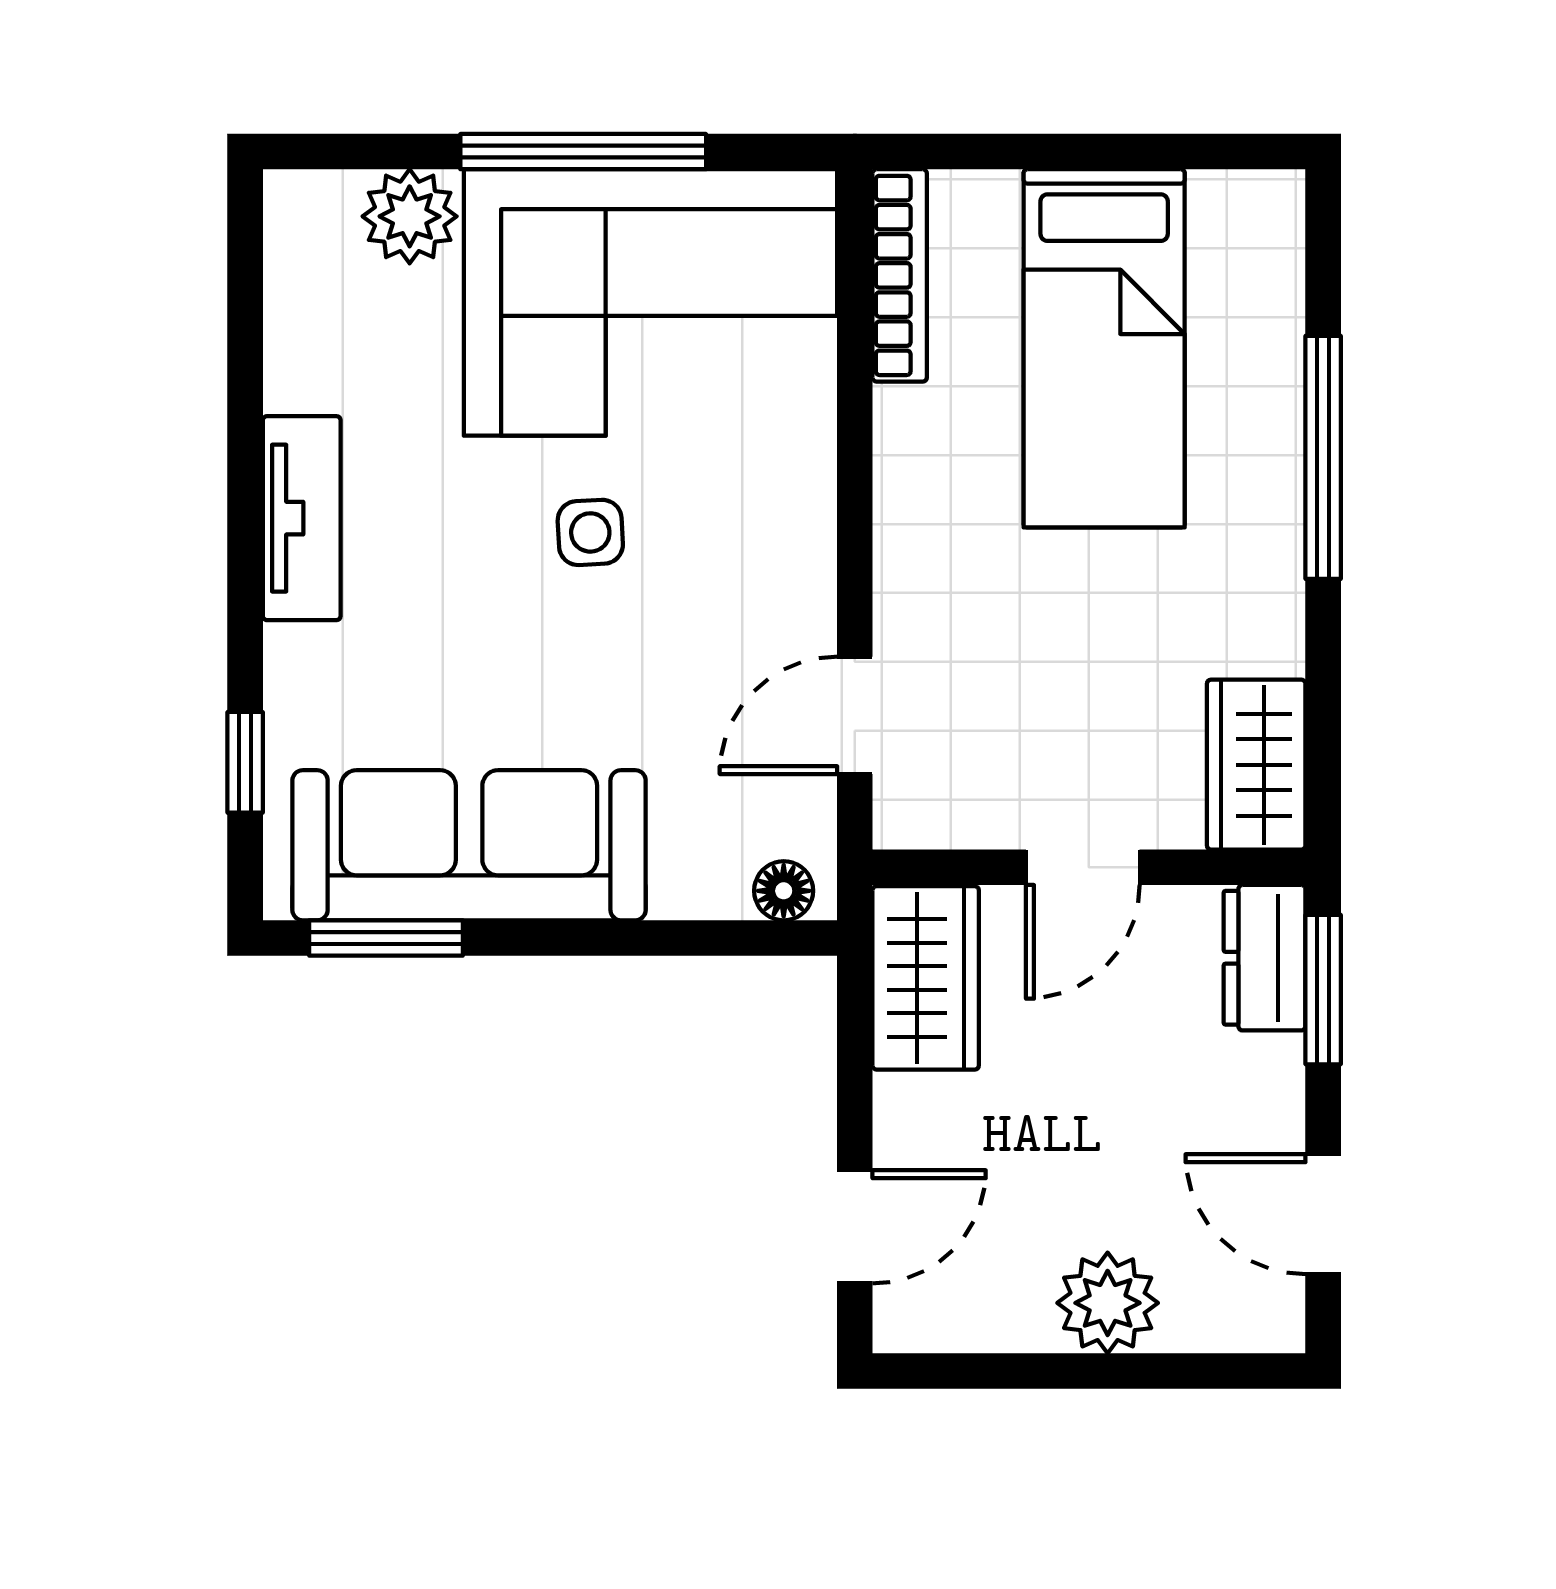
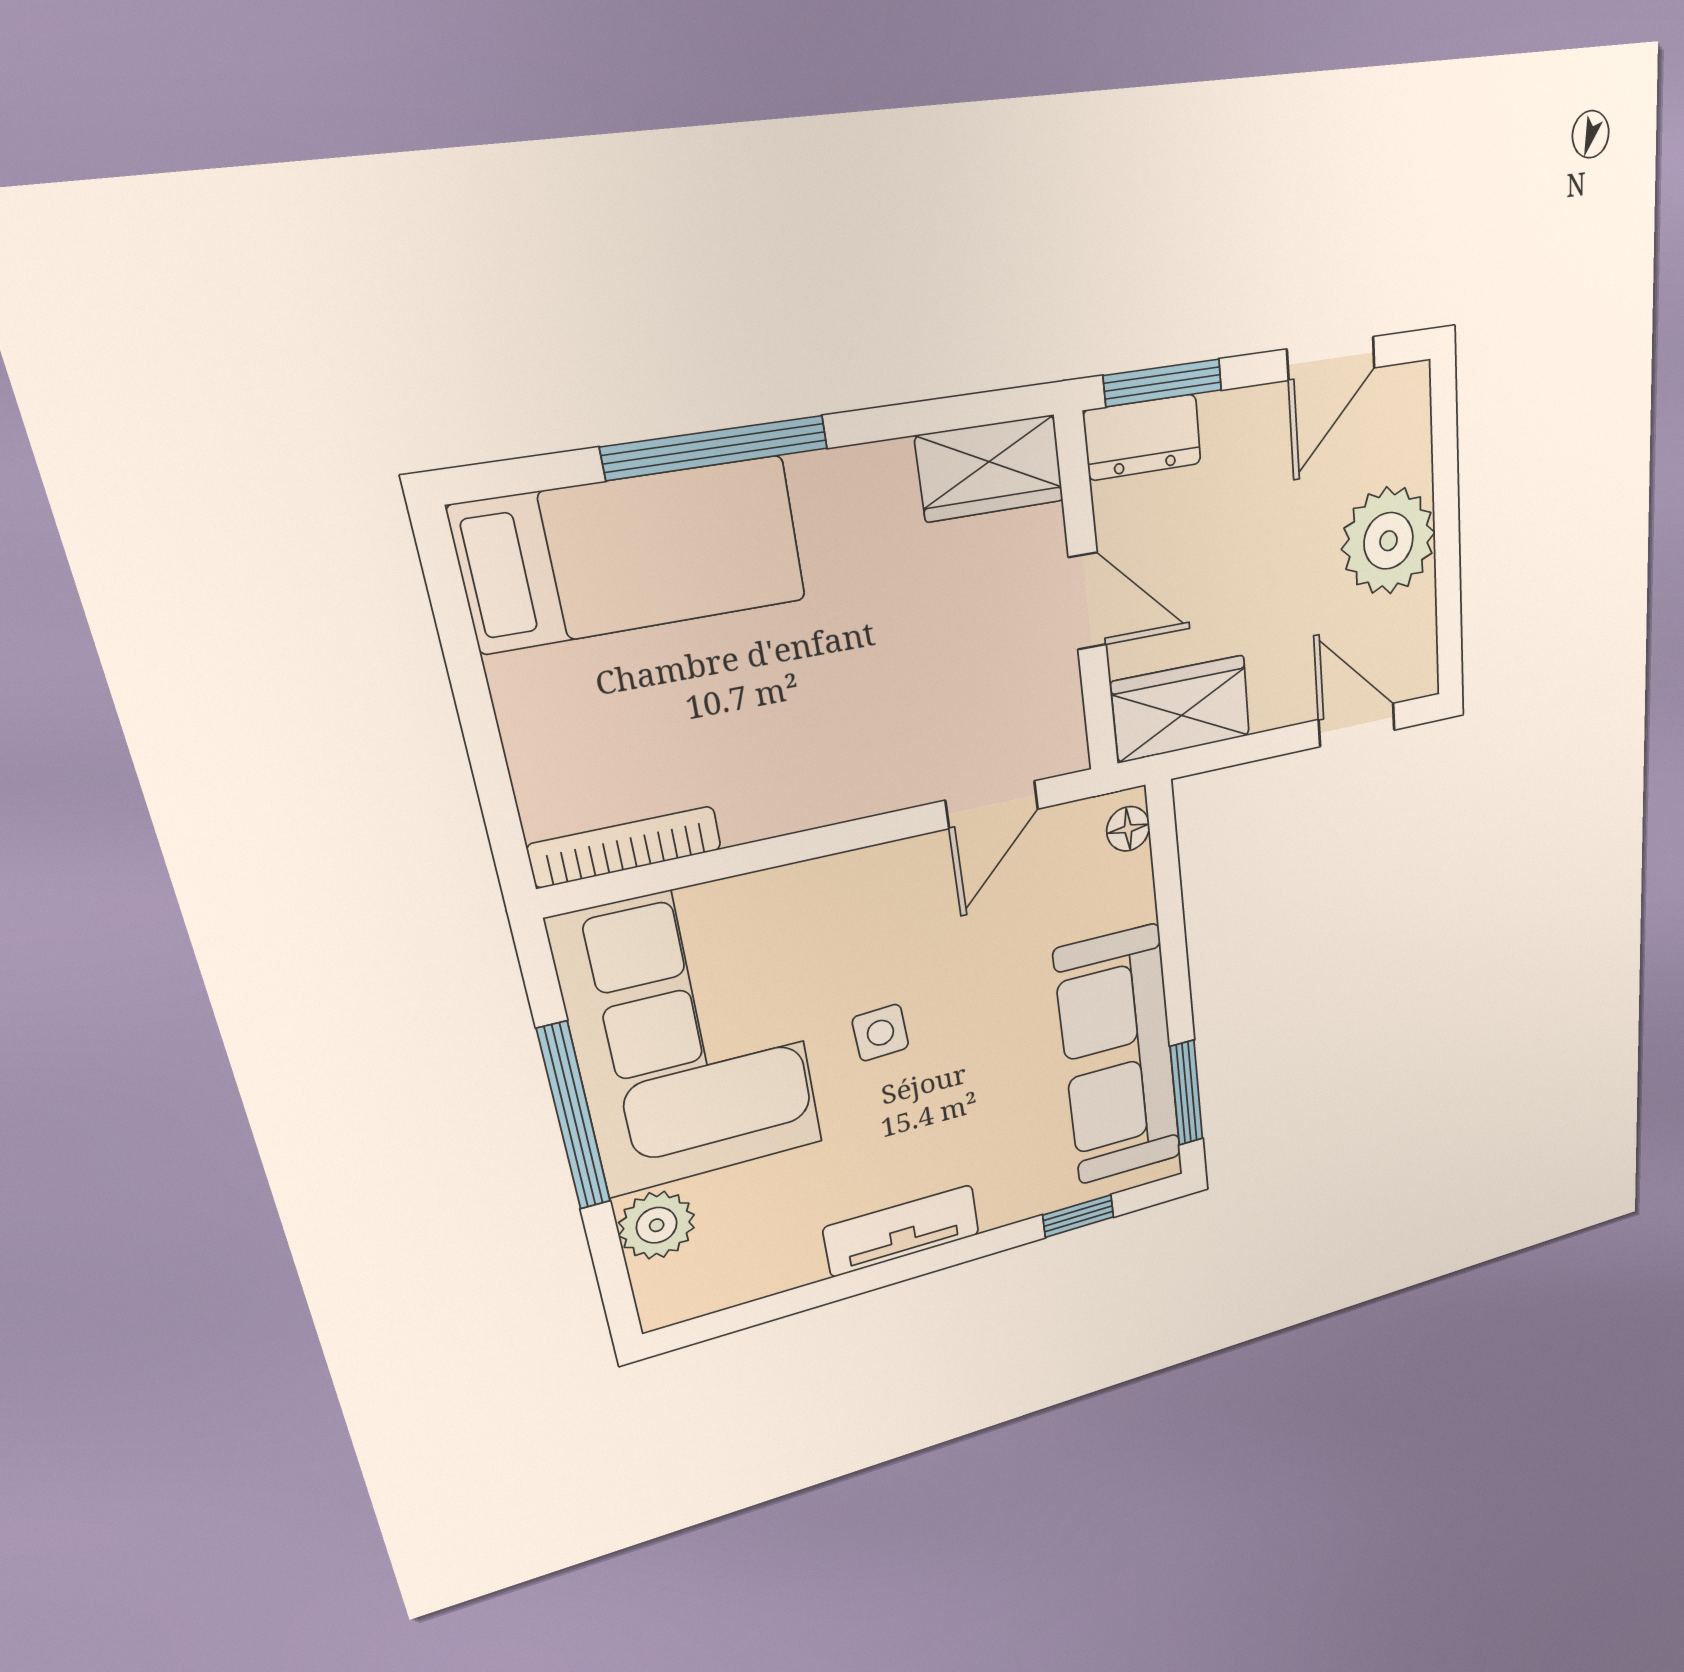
bed: (1104, 348) -> (633, 554), moved
door: (855, 715) -> (992, 805), hinge flipped
plant: (1108, 1303) -> (1389, 541), width x1.36, depth x1.36

